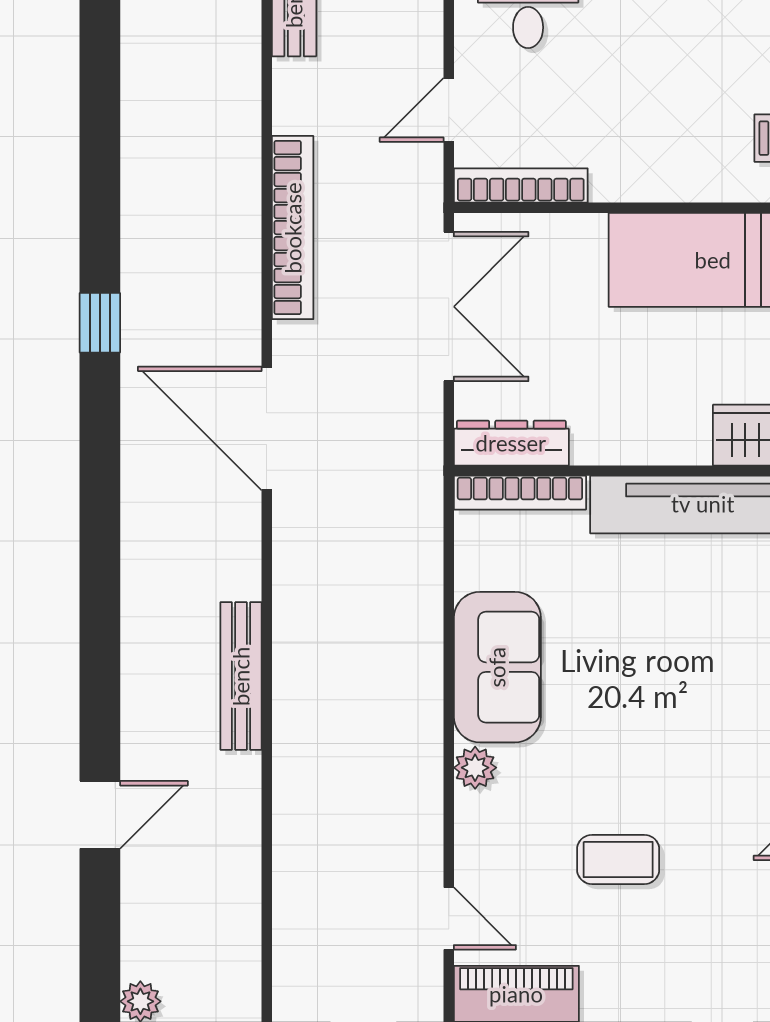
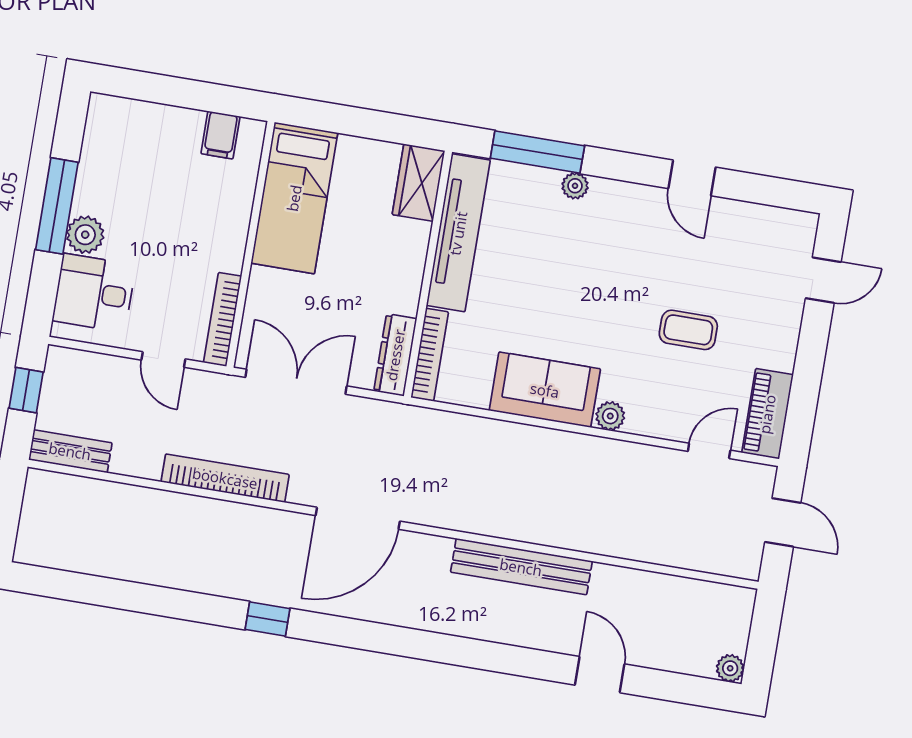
bench: (241, 676) -> (521, 567), width x1.37, depth x1.21
coffee table: (618, 859) -> (688, 330), turned 90

